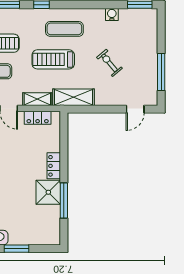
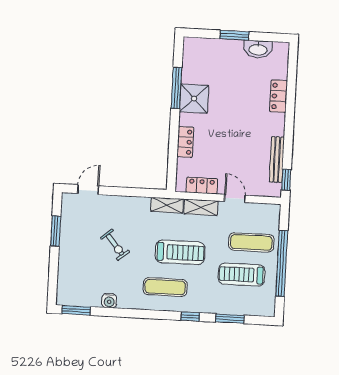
window: (161, 72) -> (56, 231), width x0.69
shelving: (74, 97) -> (167, 205), width x0.67, depth x0.75
locker: (54, 166) -> (185, 142), moved

